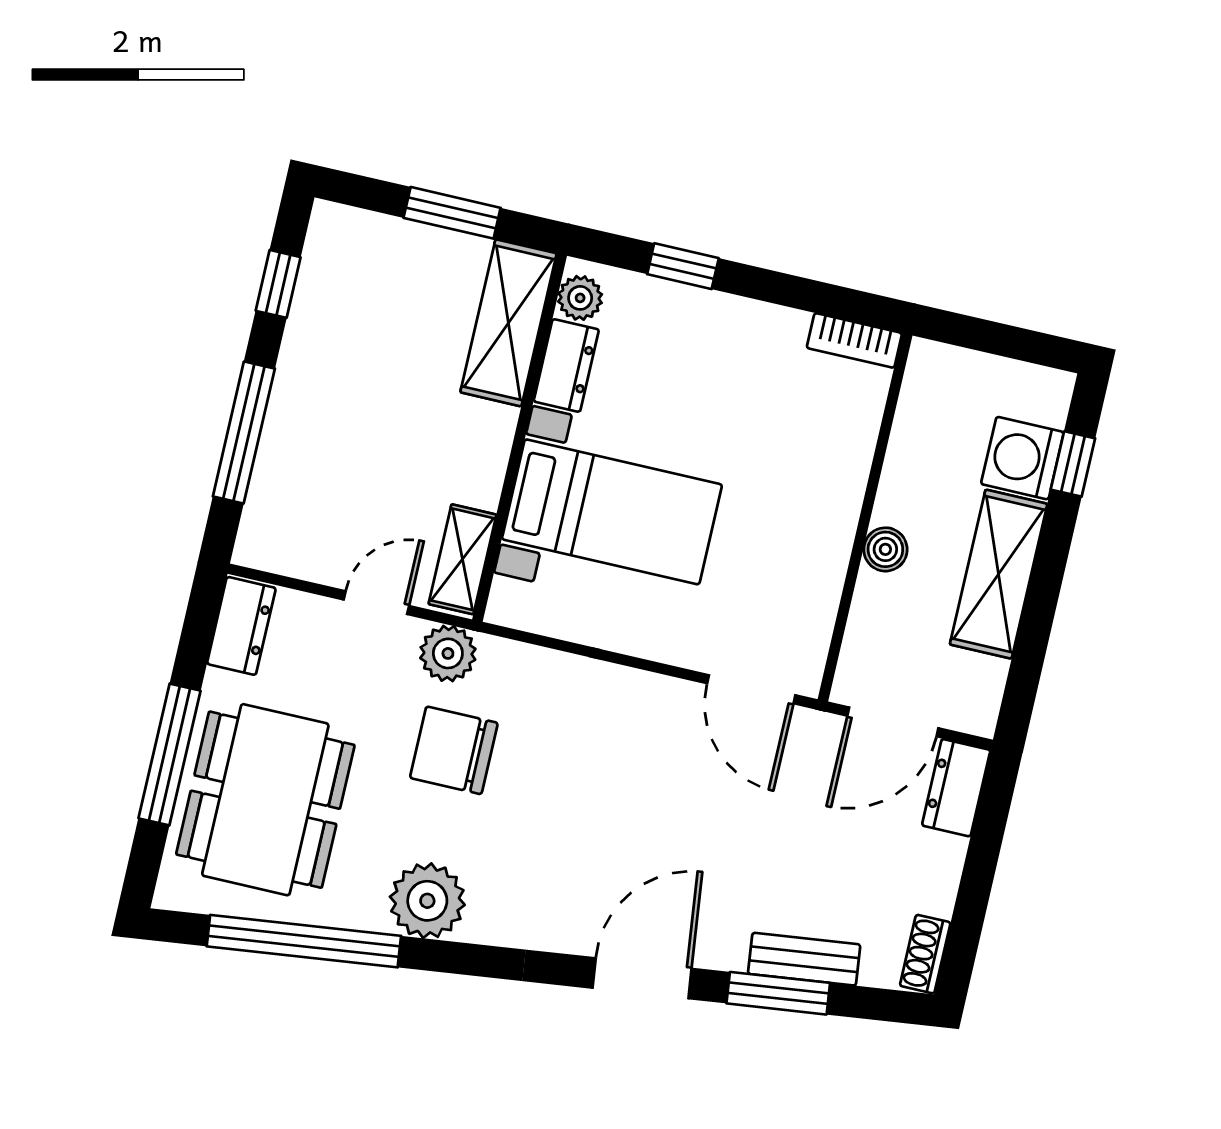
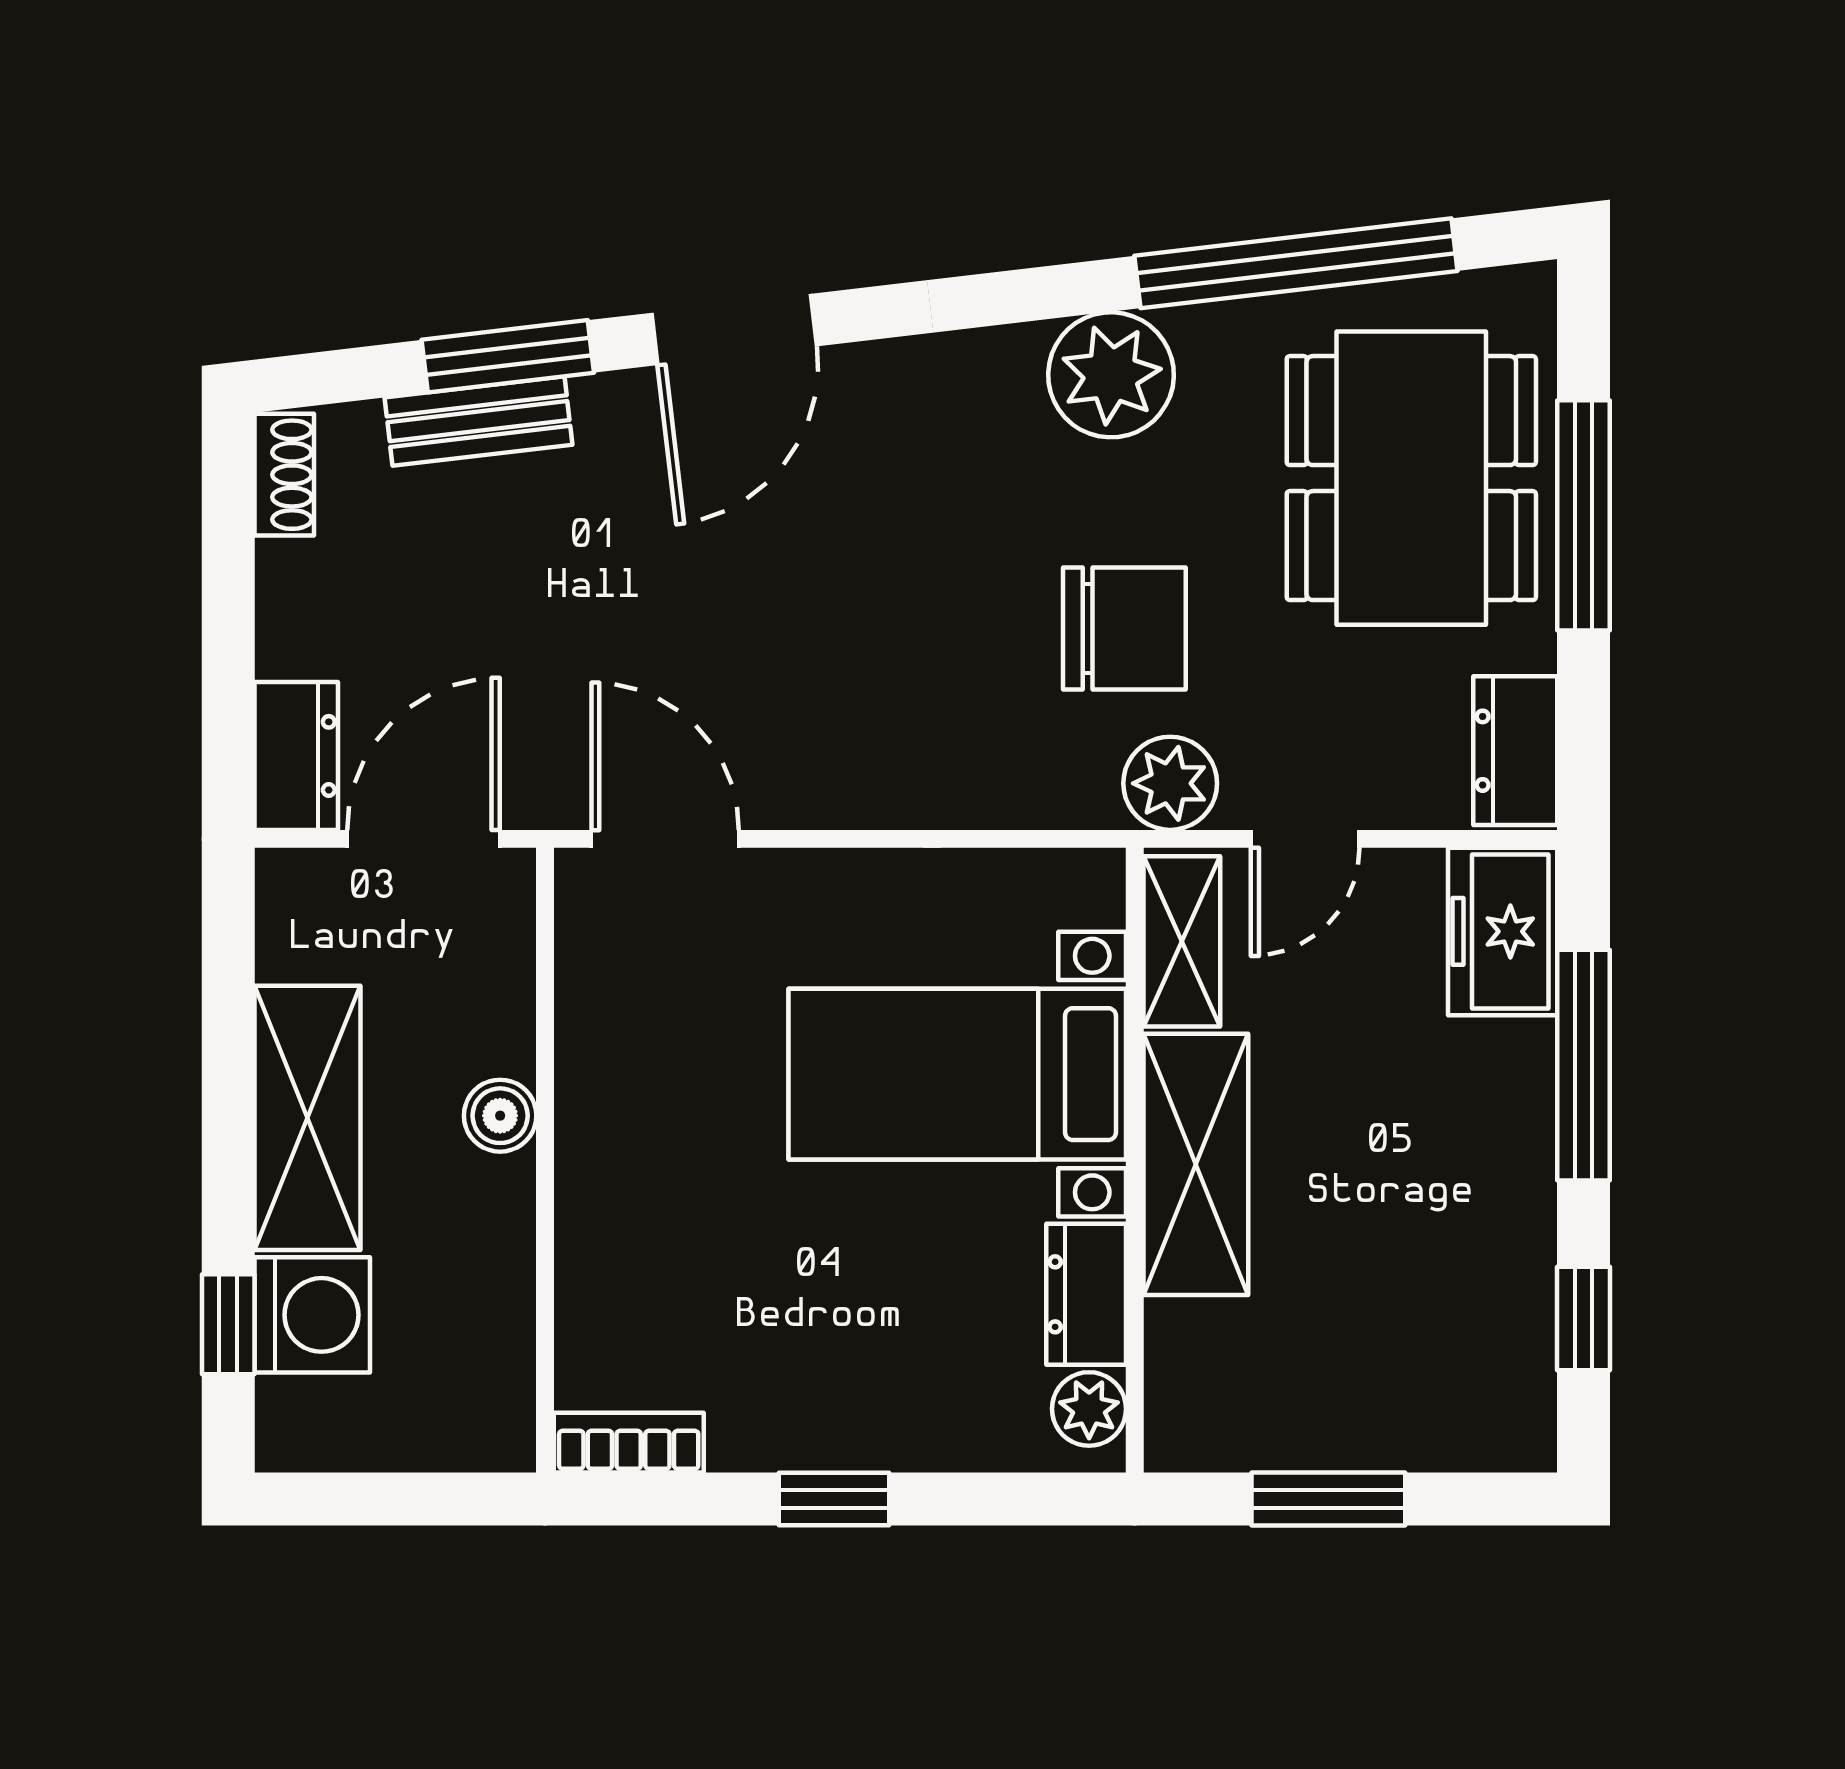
window: (683, 266) -> (834, 1499), moved
shelving: (508, 323) -> (1196, 1164), moved
freezer: (273, 522) -> (1503, 931), added

